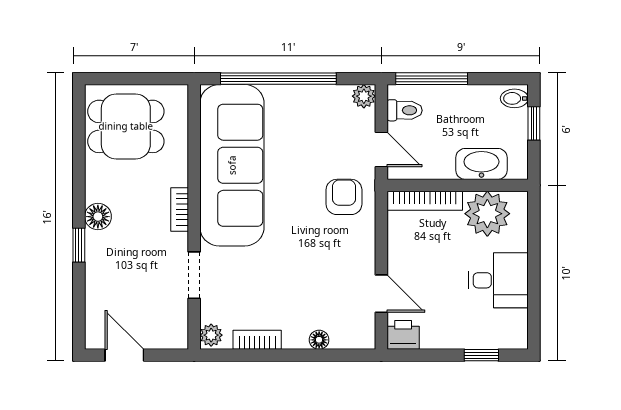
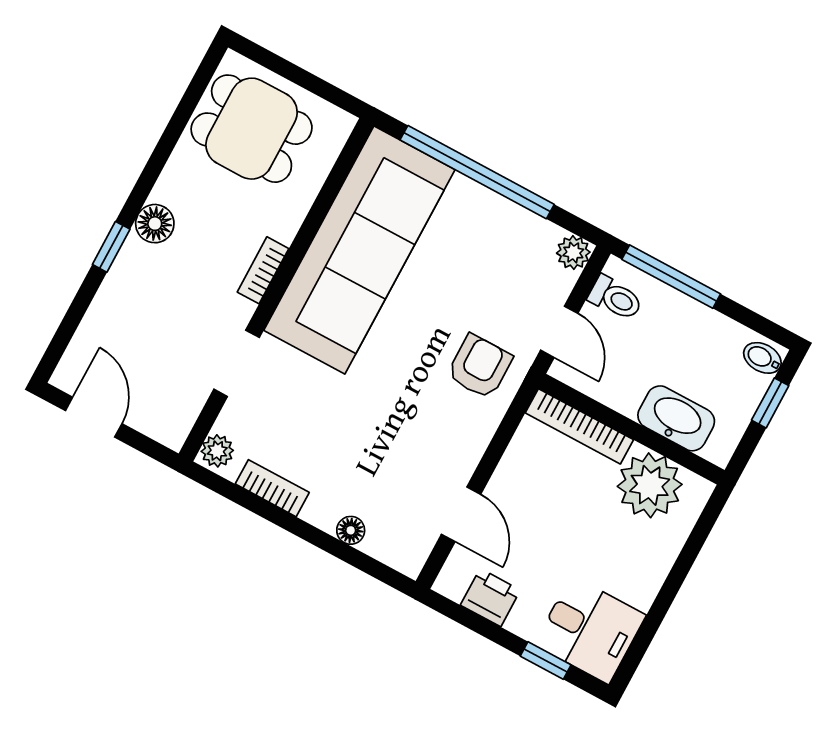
desk: (498, 280) -> (590, 630), moved
printer: (403, 335) -> (490, 598), moved

